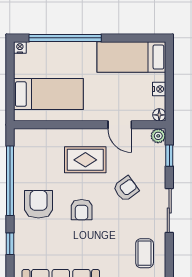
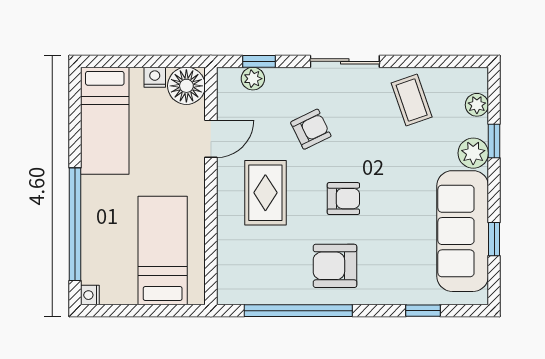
floor lamp: (159, 115) -> (186, 86), width x1.89, depth x1.89
plant: (158, 136) -> (253, 79), moved
armchair: (126, 189) -> (311, 129), turned 100
window: (10, 244) -> (423, 311), moved
coffee table: (145, 253) -> (412, 100), turned 71

